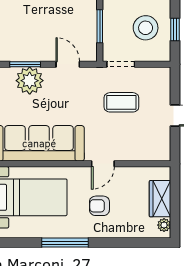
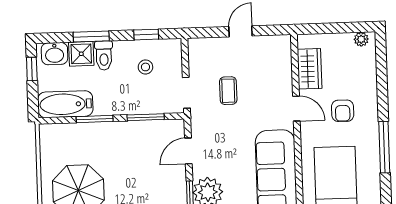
stool: (146, 28) -> (145, 67), width x0.53, depth x0.53
coffee table: (121, 102) -> (228, 91), width x0.73, depth x0.77
wardrobe: (160, 199) -> (310, 69), moved, turned -90

